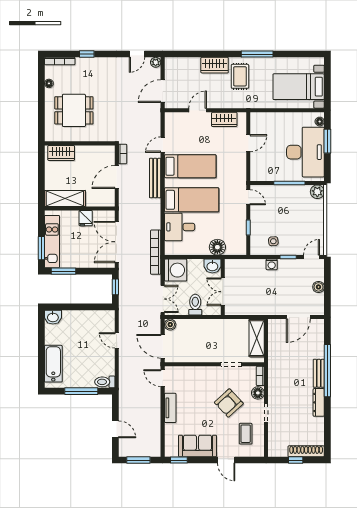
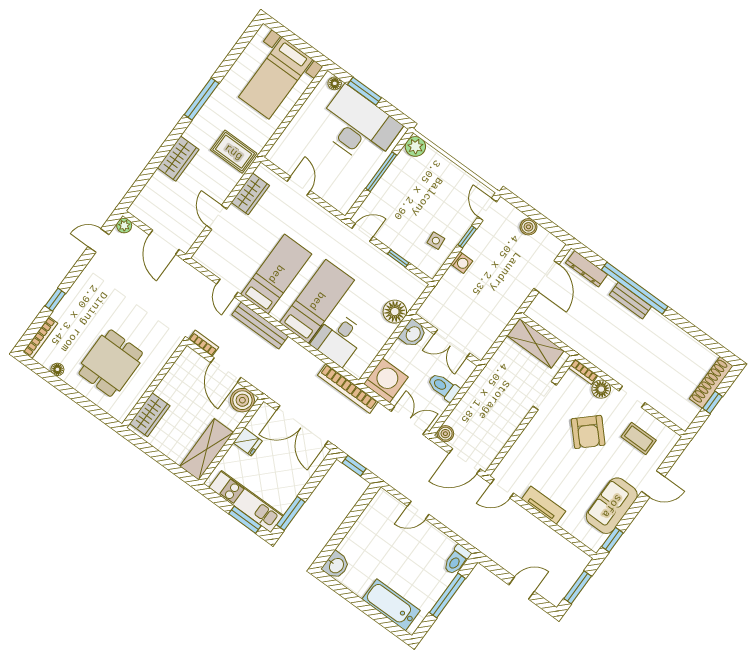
door: (137, 54) -> (98, 241), swing flipped
rug: (240, 76) -> (234, 152), moved
boiler: (107, 198) -> (242, 400), added
dresser: (319, 402) -> (587, 269), moved

